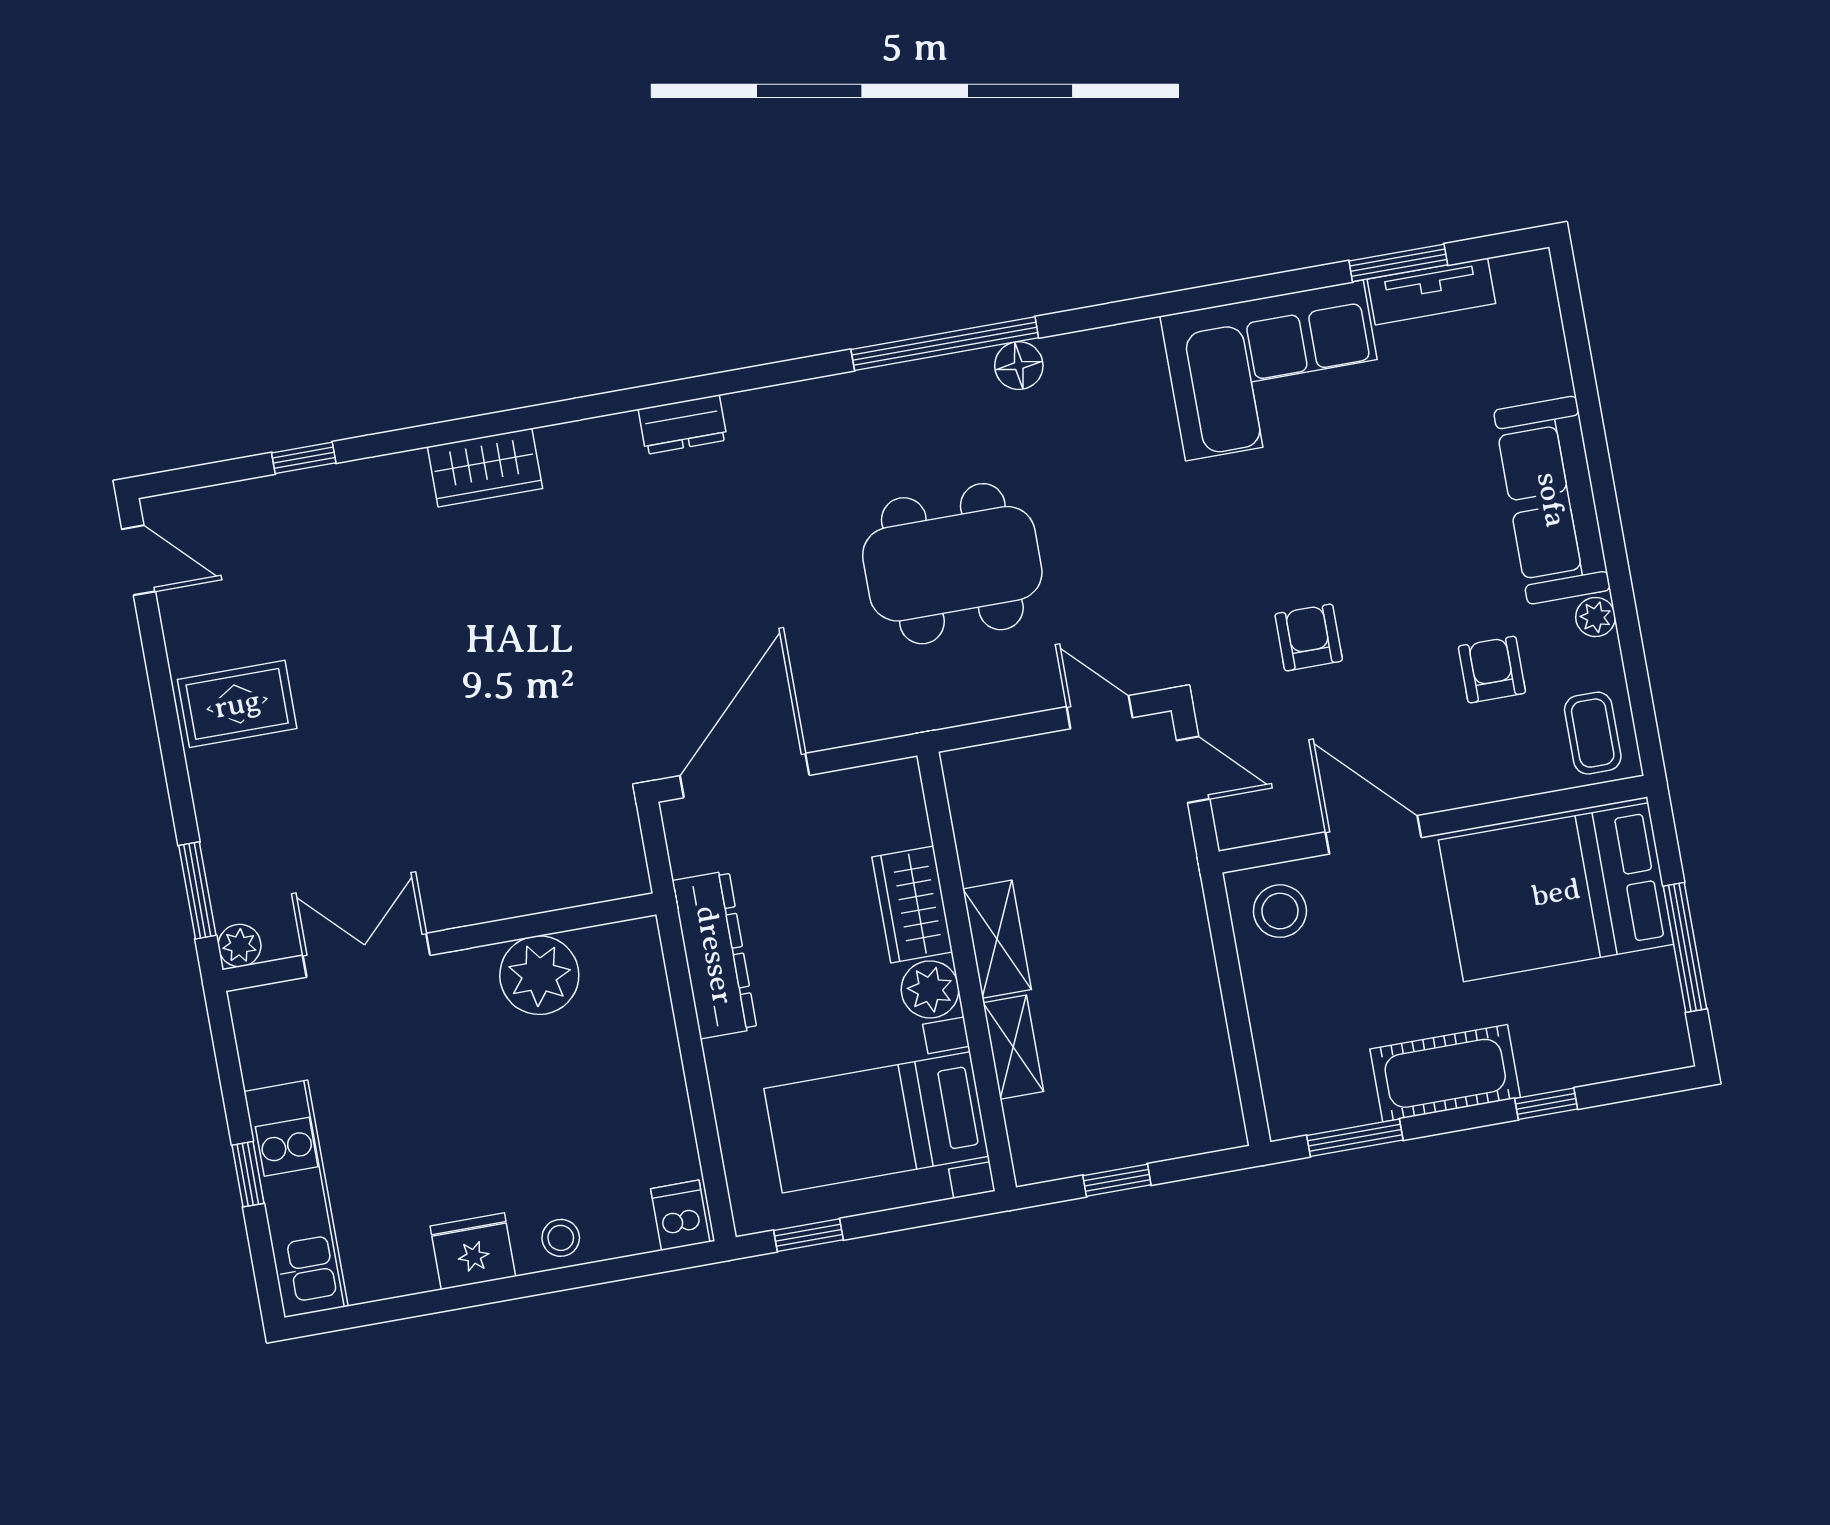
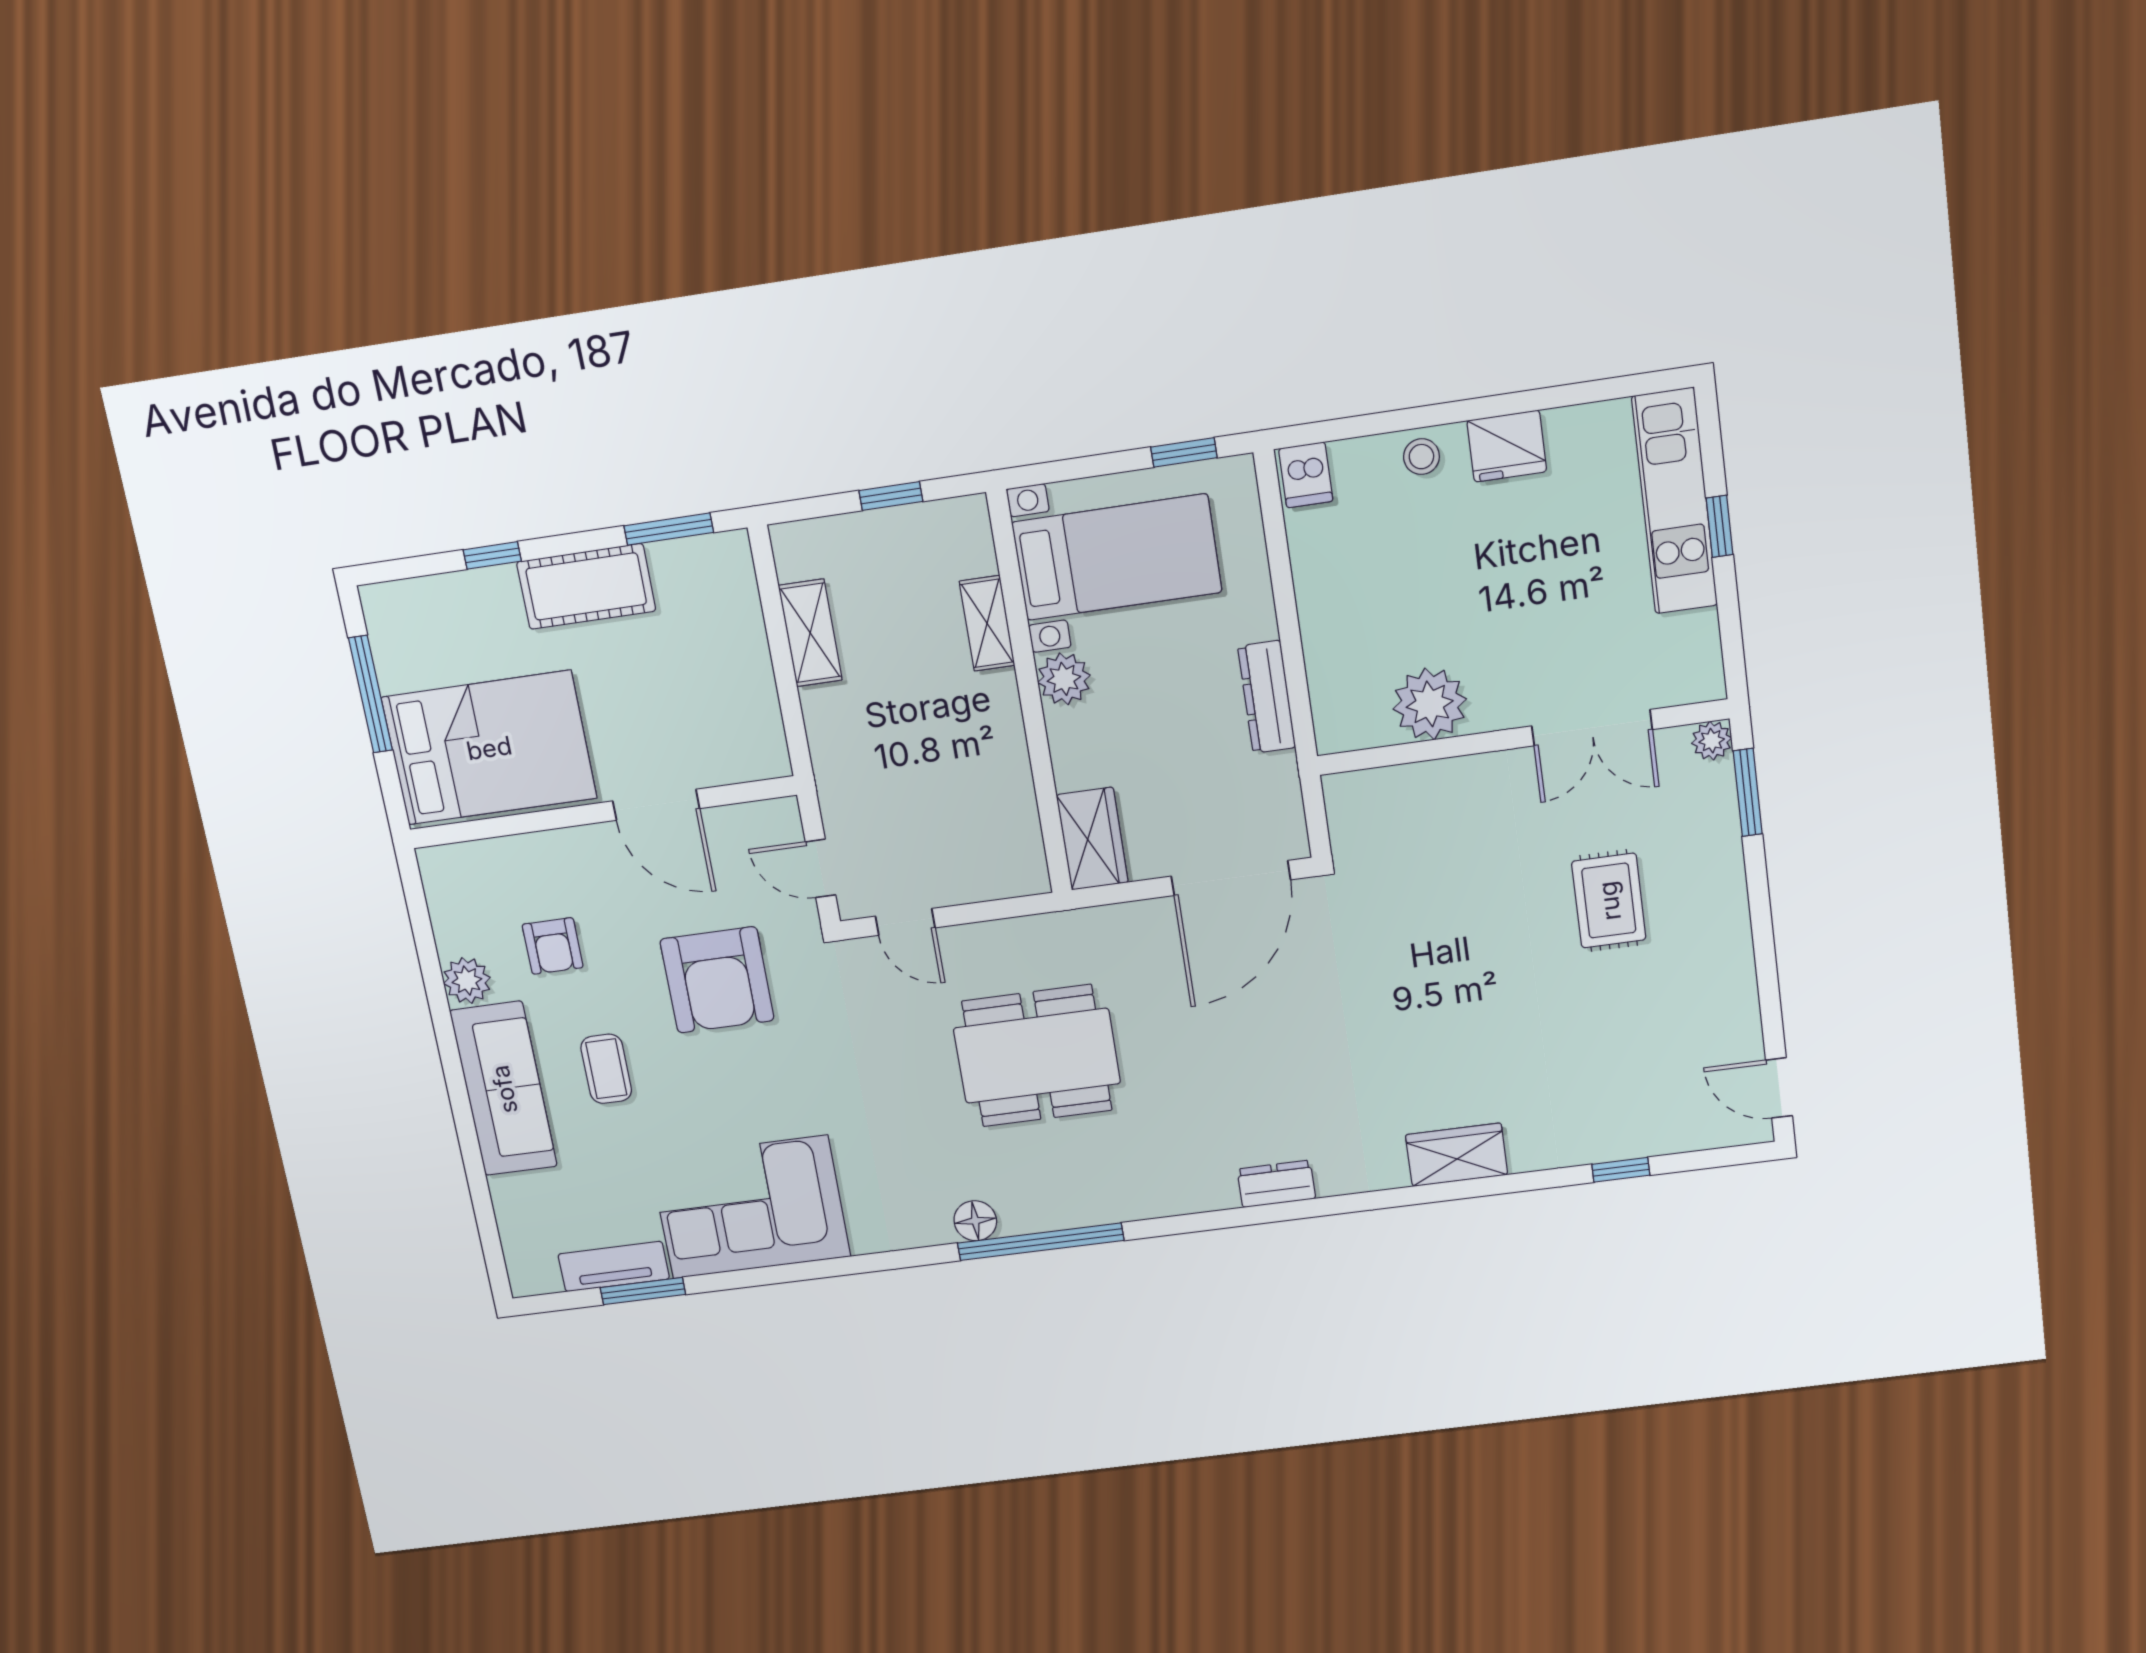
plant: (1596, 617) -> (467, 981), width x1.38, depth x1.38
armchair: (1309, 637) -> (717, 980), width x1.88, depth x1.88
rug: (237, 704) -> (1609, 901), moved, turned 90
coffee table: (1593, 733) -> (606, 1069), moved
wardrobe: (912, 904) -> (1092, 839), moved
stool: (1280, 911) -> (740, 739), removed
shelving: (997, 939) -> (810, 633), moved
dresser: (715, 955) -> (1267, 697), width x0.73, depth x0.80

